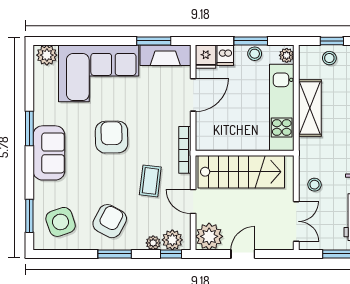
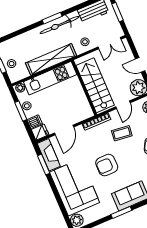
door: (193, 95) -> (64, 130), swing flipped
shelving: (310, 108) -> (51, 59), width x1.47
double door: (296, 221) -> (110, 43), swing flipped

